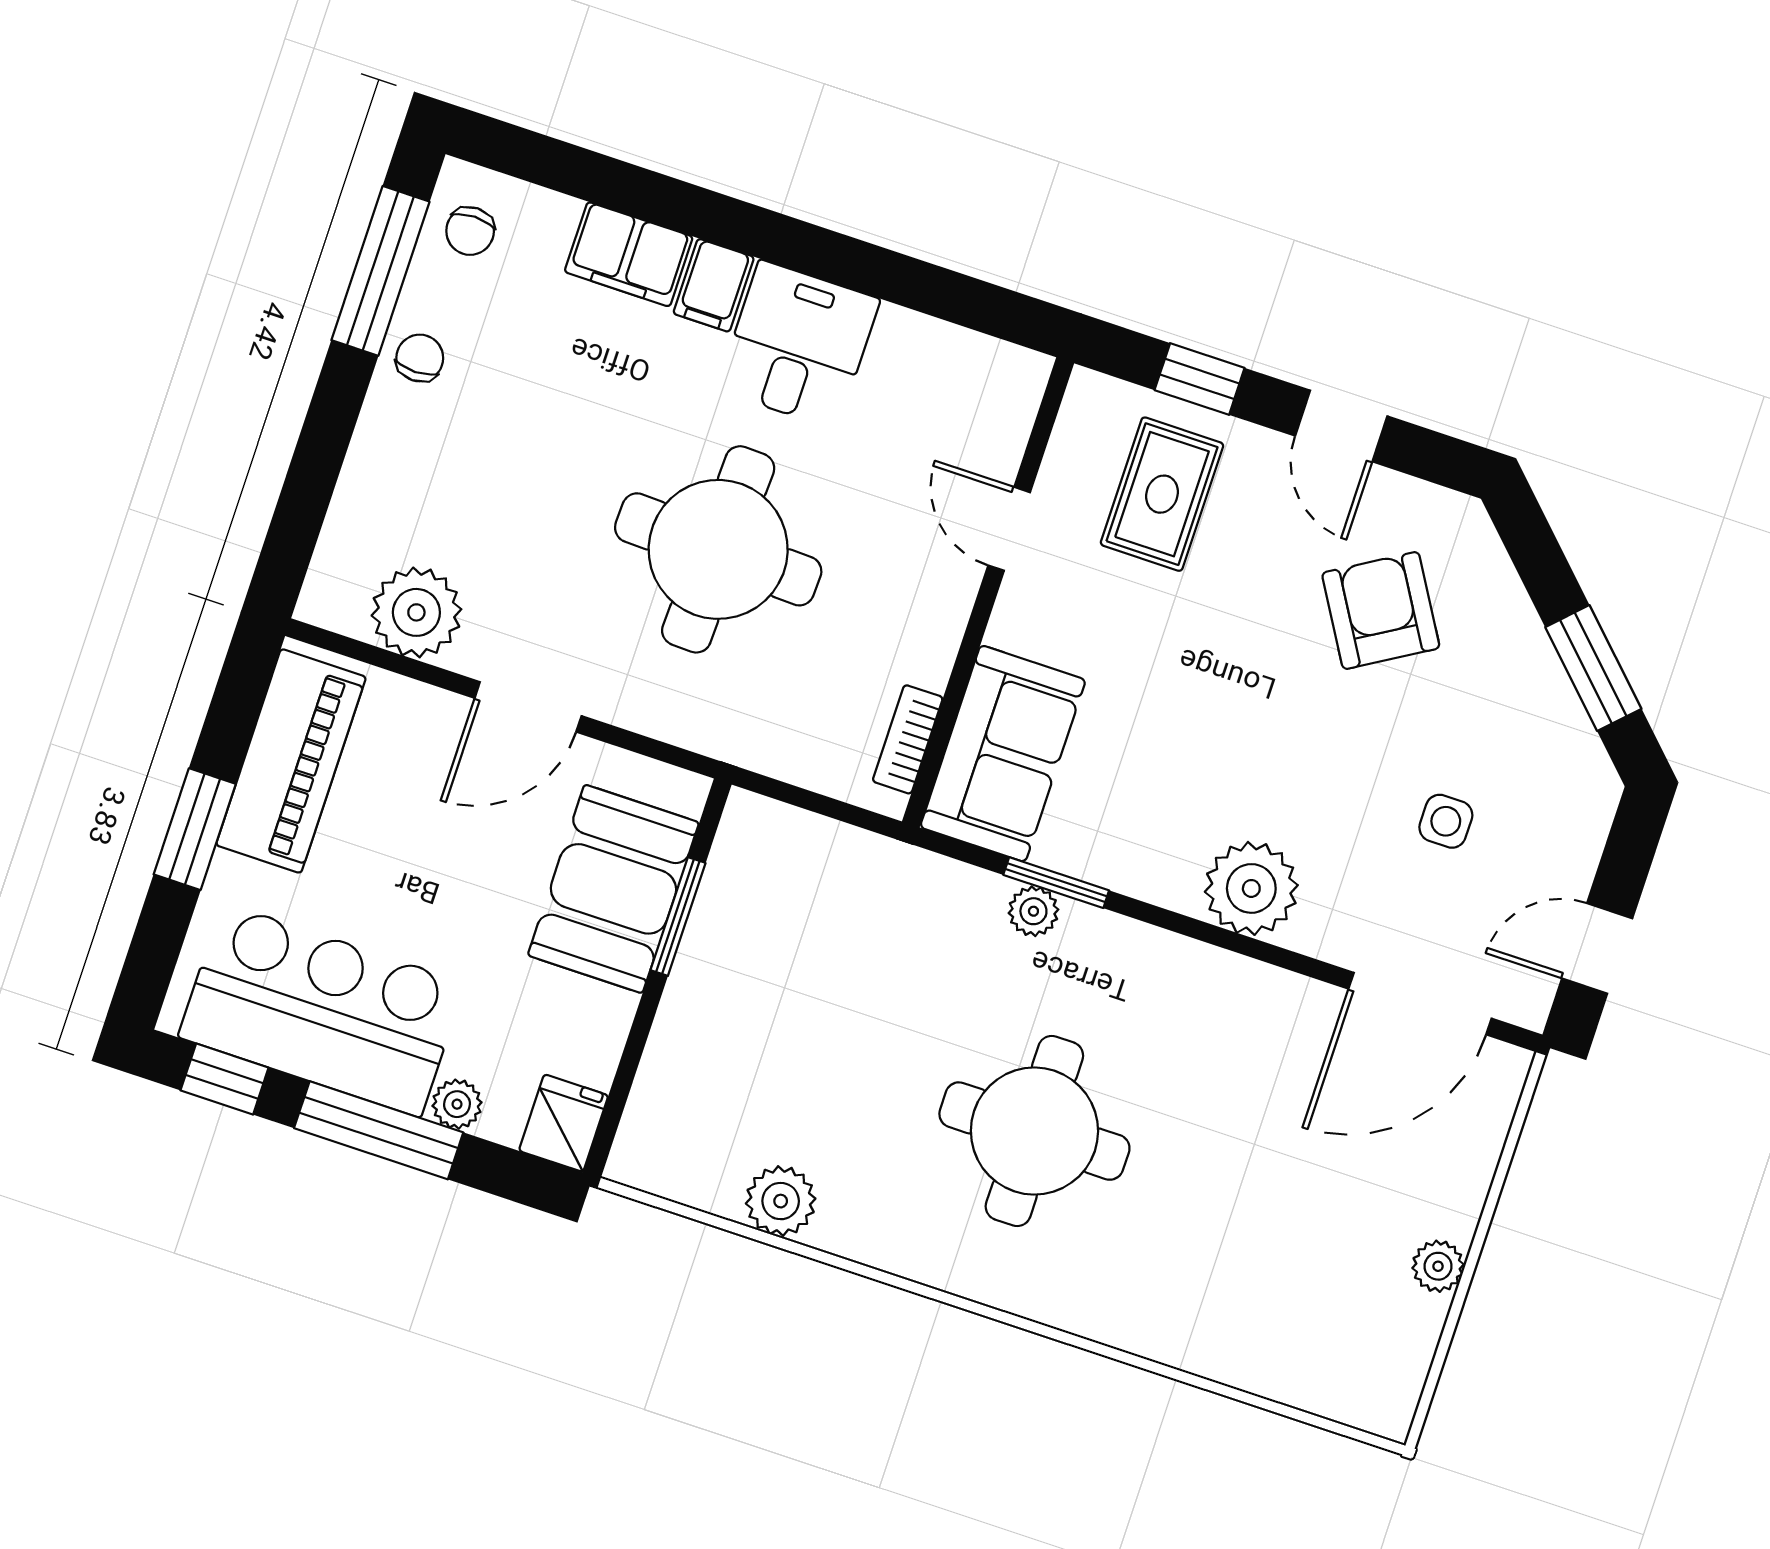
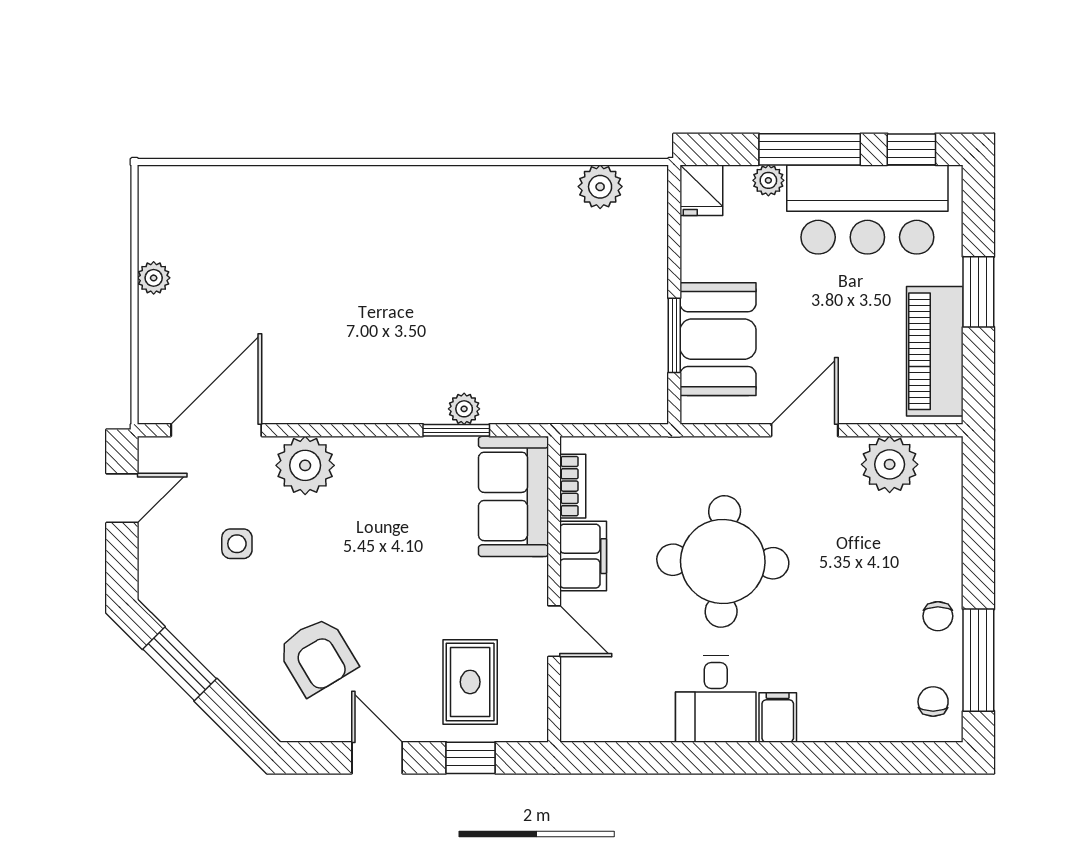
filing cabinet: (629, 254) -> (583, 556), moved, turned 90
plant: (1251, 888) -> (305, 465), moved
round table: (1034, 1131) -> (420, 278), removed
plant: (781, 1201) -> (600, 187), moved

